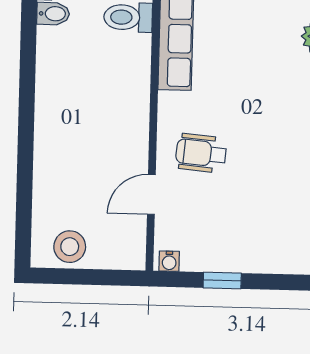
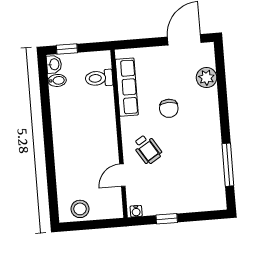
chair: (247, 84) -> (169, 108), added
wheelchair: (201, 153) -> (147, 149), turned -127

